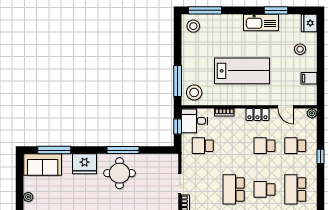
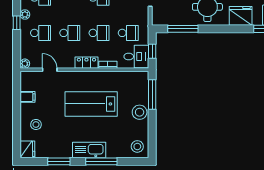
window: (205, 10) -> (101, 161), moved
kitchen sink: (261, 22) -> (89, 150), moved
stool: (194, 92) -> (140, 112), moved
locker: (257, 114) -> (86, 63), moved
school desk: (234, 146) -> (99, 33), added
window: (123, 150) -> (183, 29), moved
plant: (312, 165) -> (25, 15), added

